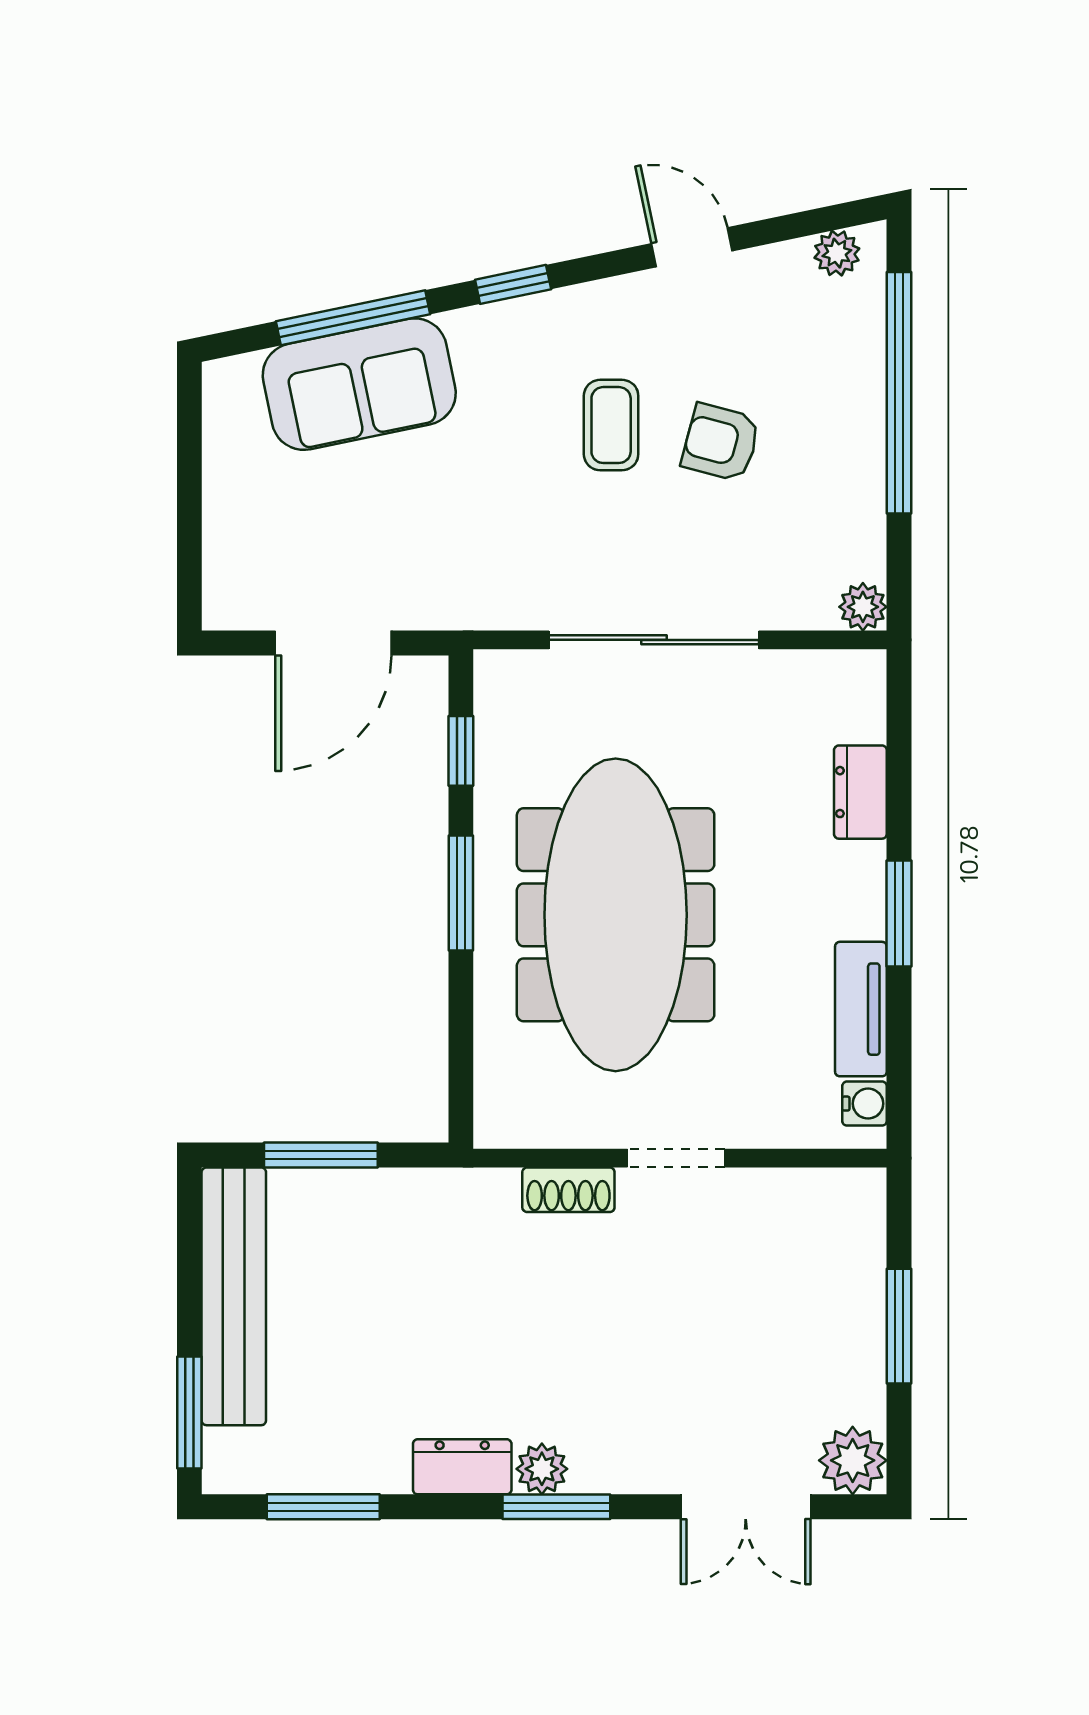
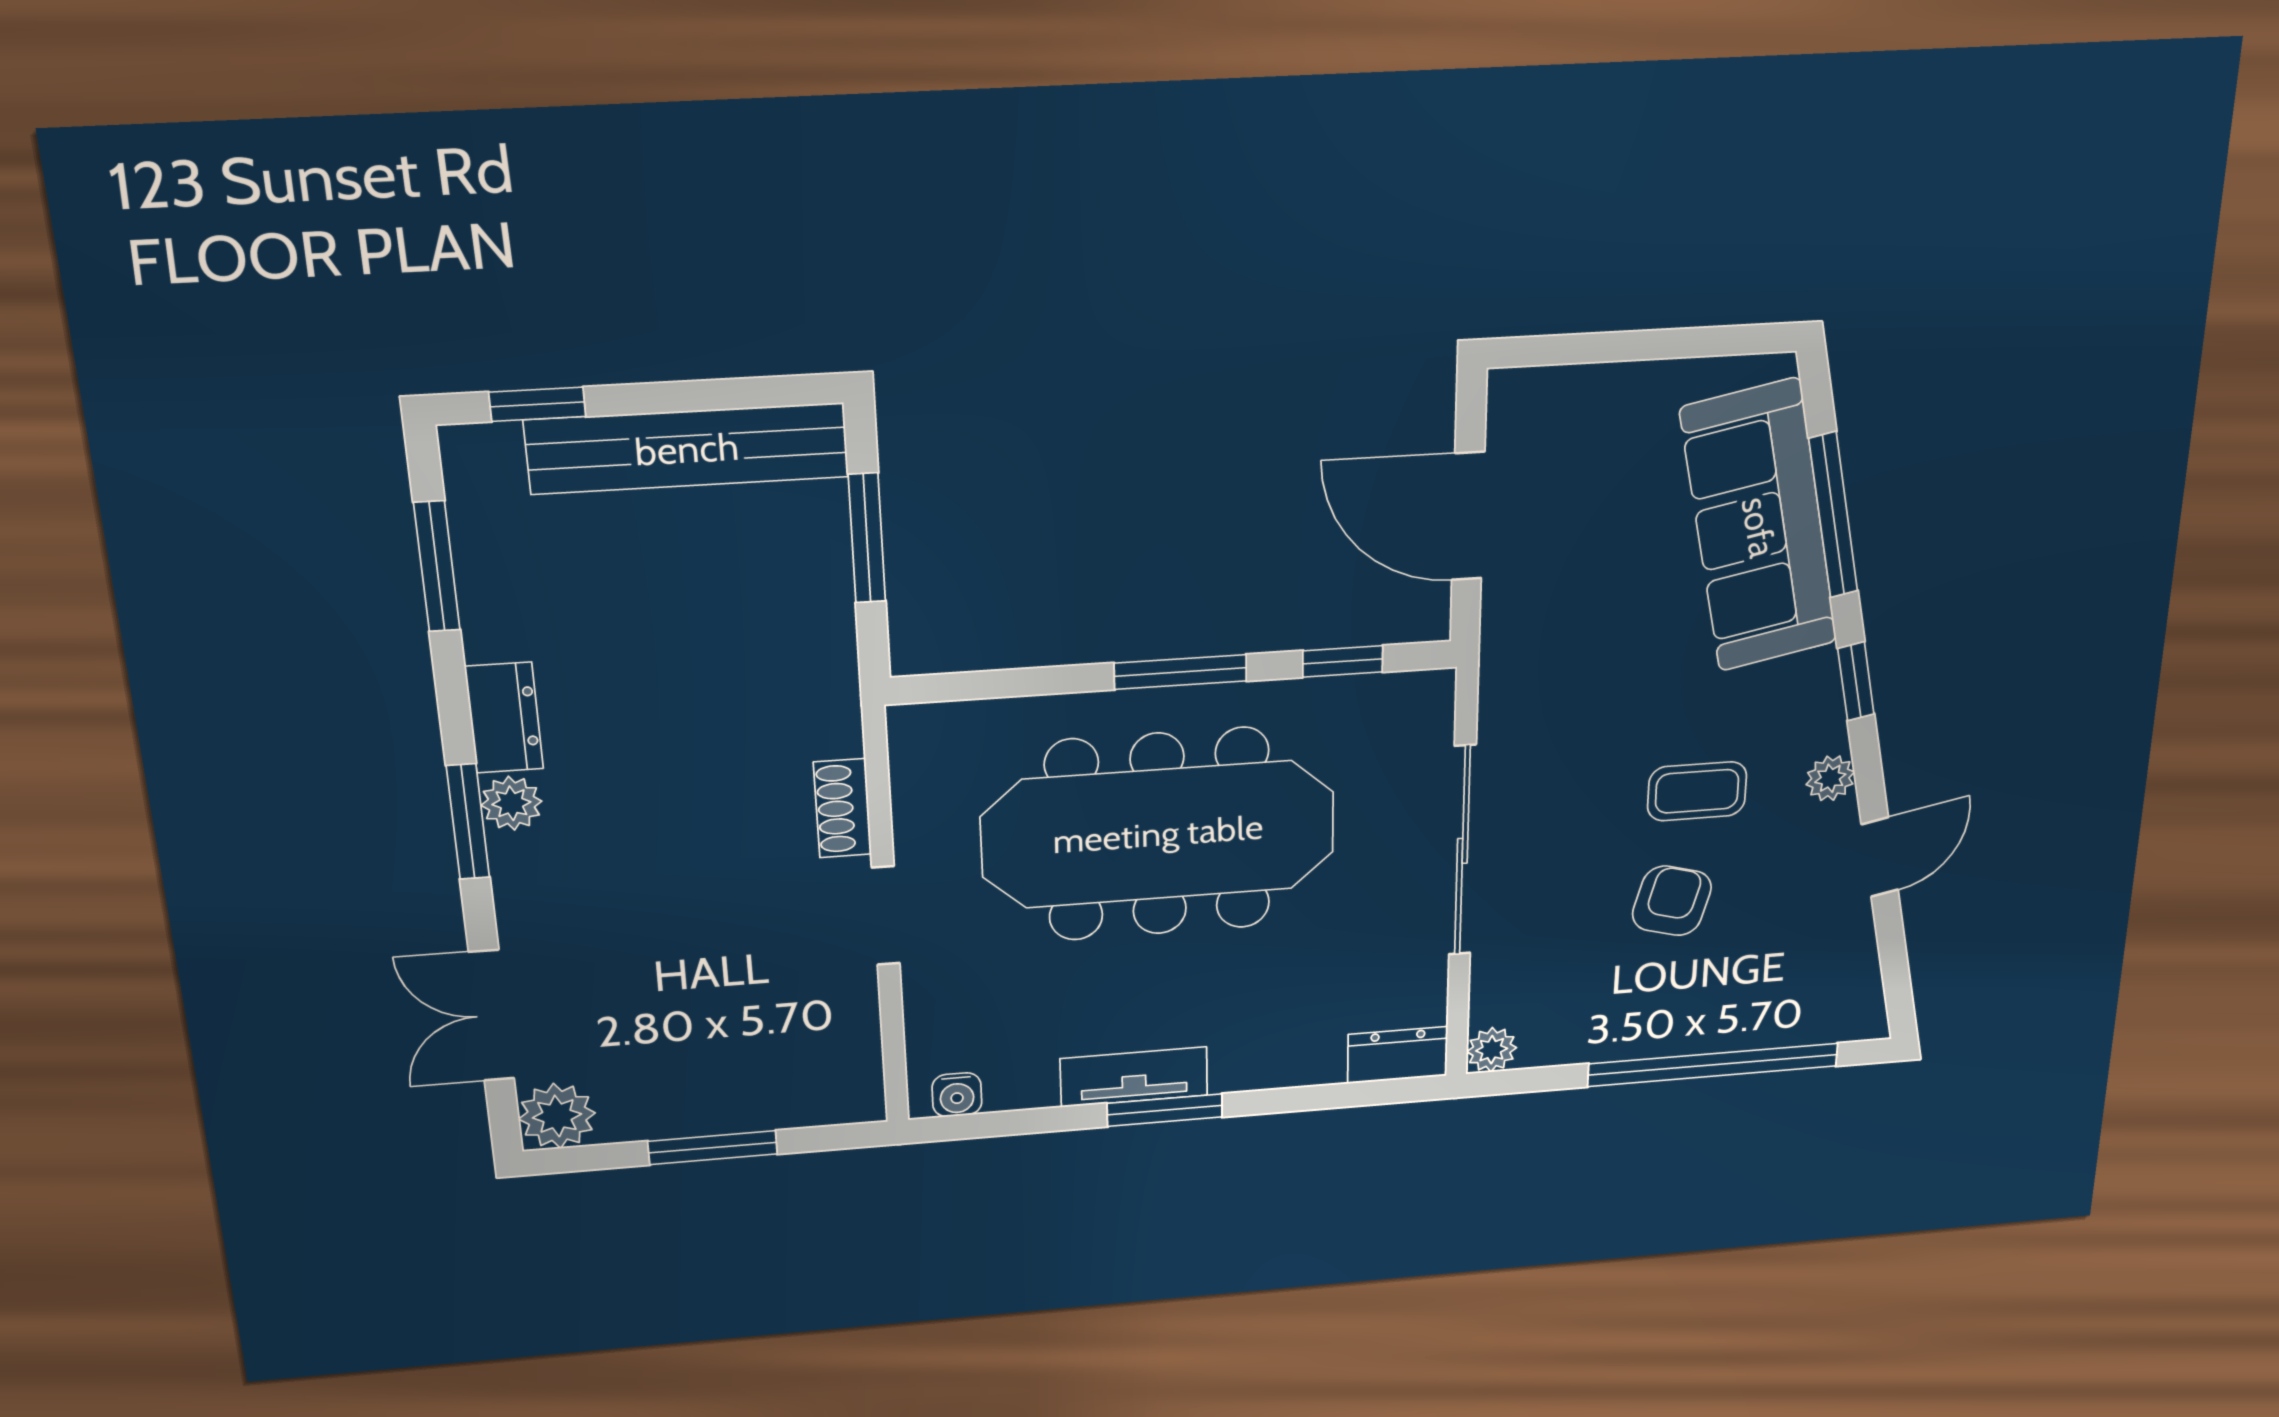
plant: (837, 253) -> (1830, 778), moved
sofa: (359, 384) -> (1759, 527), width x1.36
dresser: (860, 792) -> (1398, 1055), moved
tv unit: (861, 1009) -> (1134, 1077), moved
window: (189, 1413) -> (537, 404), width x0.67

